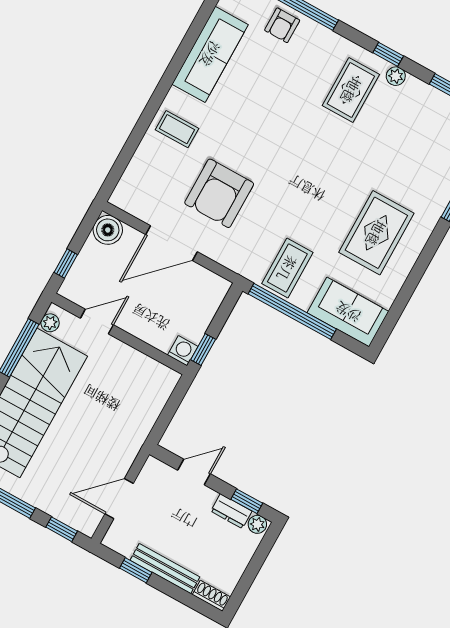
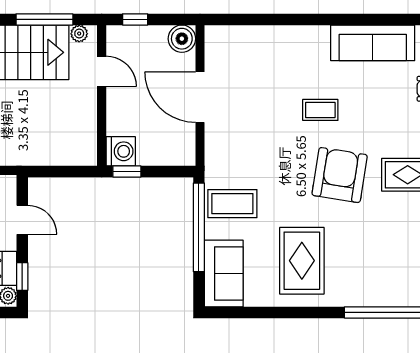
coffee table: (177, 129) -> (320, 110), moved, turned 90
armchair: (219, 193) -> (340, 175), moved, turned 99
rug: (376, 233) -> (302, 261), turned 90
washing machine: (183, 351) -> (121, 151), width x1.38, depth x1.38

